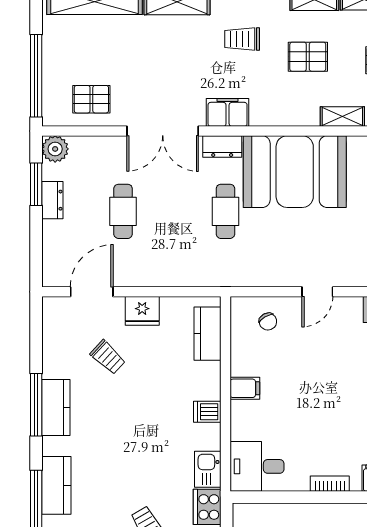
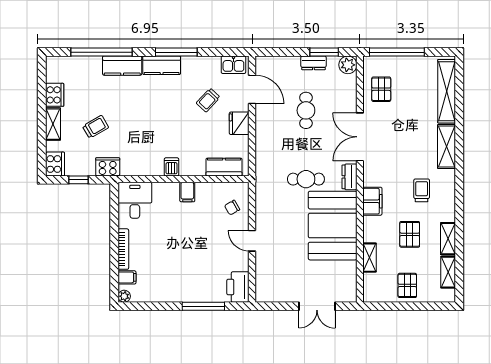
filing cabinet: (228, 112) -> (372, 201), moved
cafe table: (123, 211) -> (306, 110), turned 90
kitchen counter: (56, 408) -> (162, 65), moved
kitchen sink: (208, 469) -> (233, 65), moved, turned 180
bookcase: (330, 484) -> (123, 249), width x1.56

